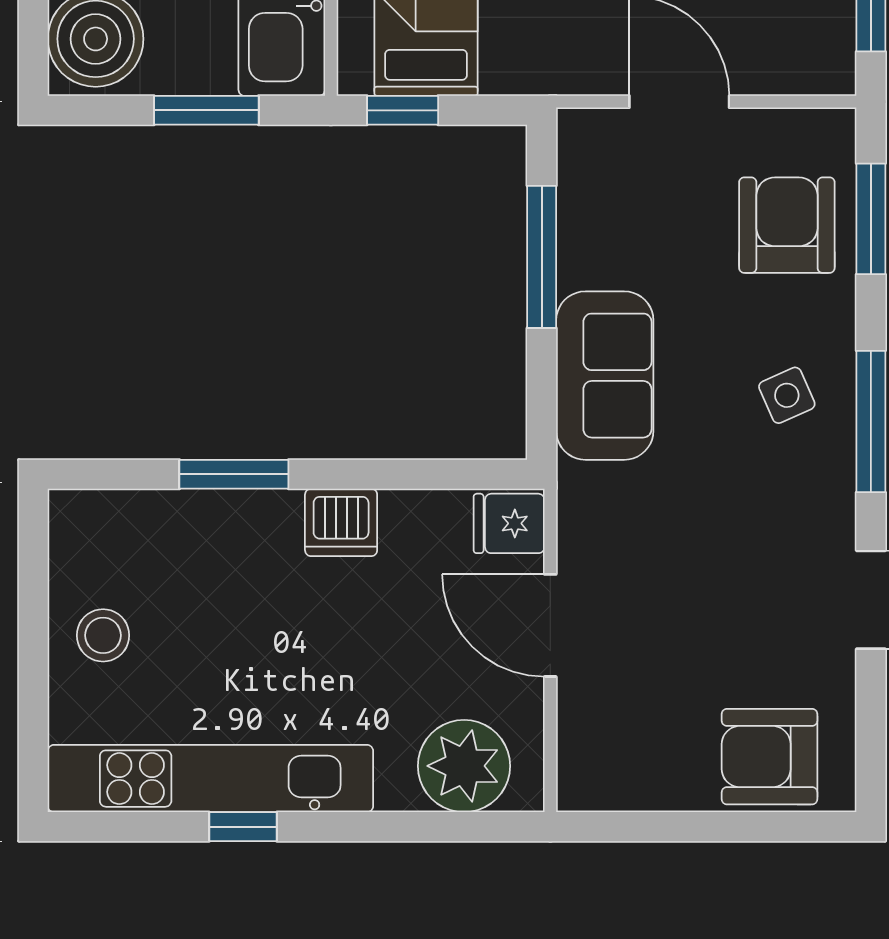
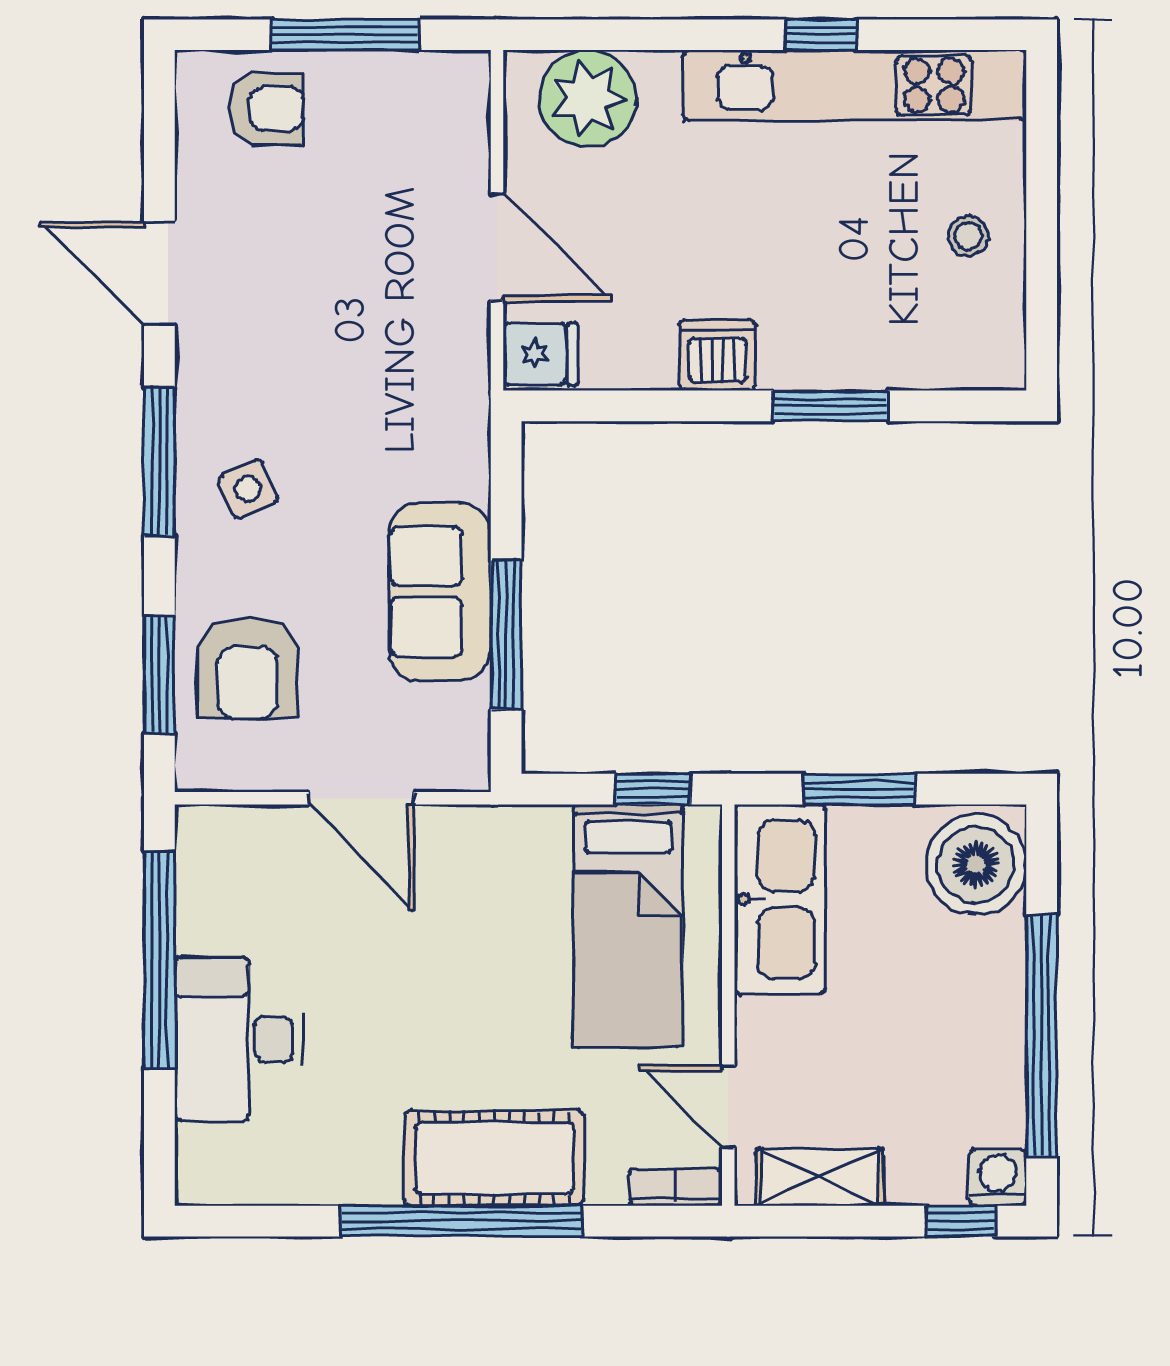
sofa: (605, 376) -> (440, 592), moved
stool: (103, 635) -> (968, 236), width x0.73, depth x0.73
armchair: (770, 757) -> (266, 109), width x0.72, depth x0.72
window: (695, 827) -> (345, 35), added

